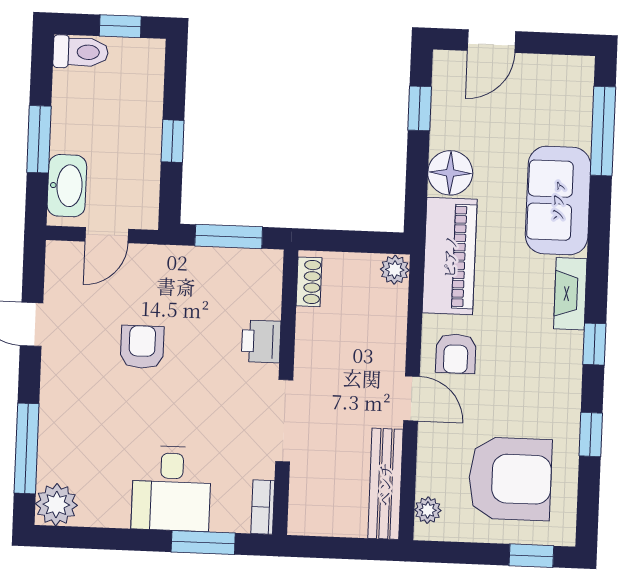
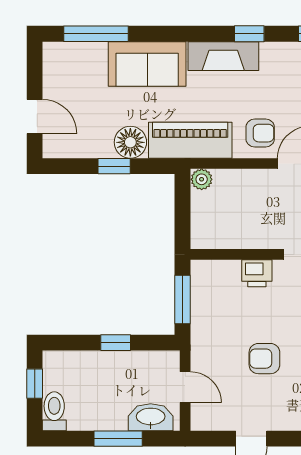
window: (420, 108) -> (114, 166), moved
shoe rack: (309, 282) -> (213, 241), removed
fireplace: (570, 294) -> (223, 56), width x1.37, depth x1.32

